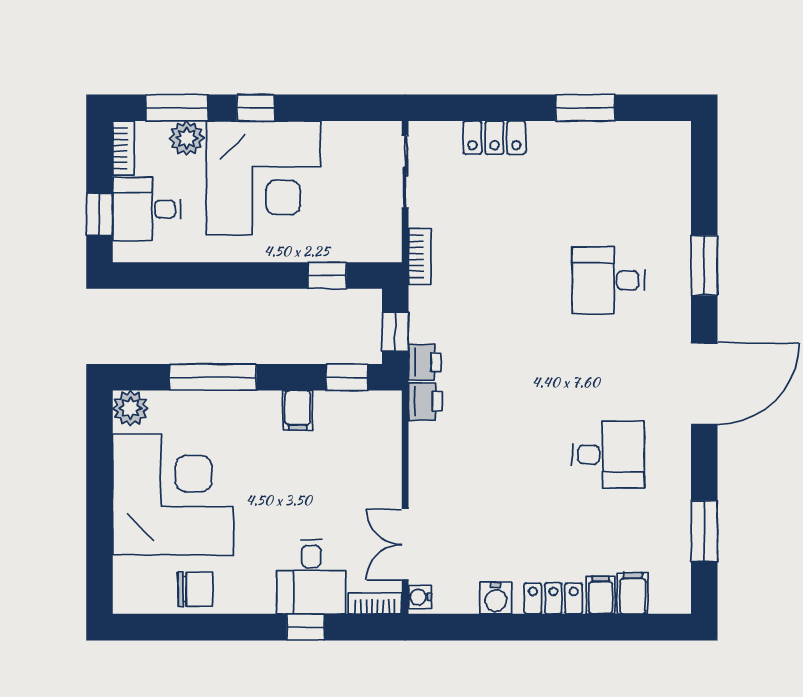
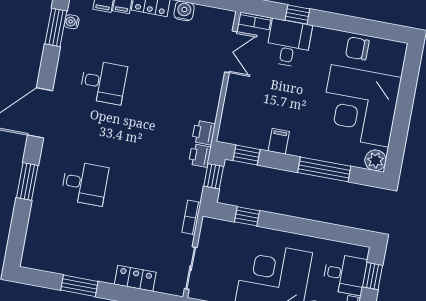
desk: (608, 455) -> (103, 82), turned 180
water cooler: (420, 597) -> (72, 22), moved, turned 180

